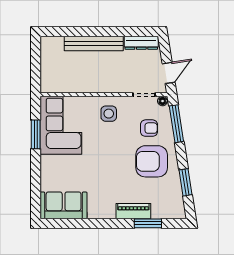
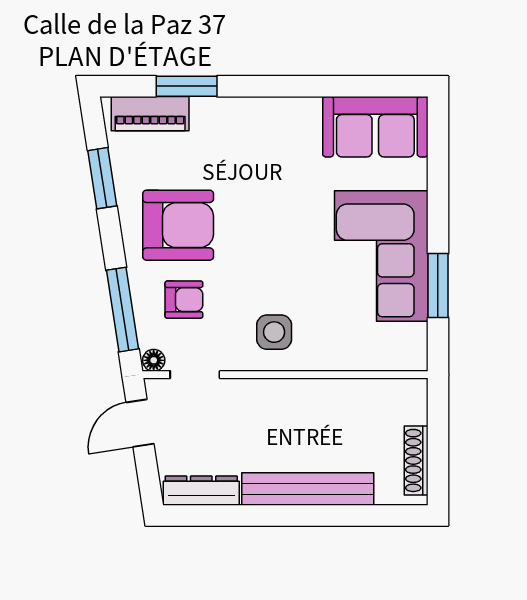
shoe rack: (45, 56) -> (416, 460), added
corner sofa: (61, 125) -> (381, 256), moved
armchair: (149, 128) -> (184, 300), turned 180
piano: (133, 211) -> (150, 114), moved

